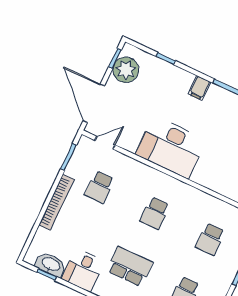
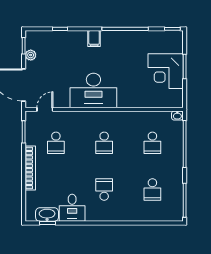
plant: (126, 70) -> (31, 55), width x0.53, depth x0.53
school desk: (130, 267) -> (104, 190), width x0.54

